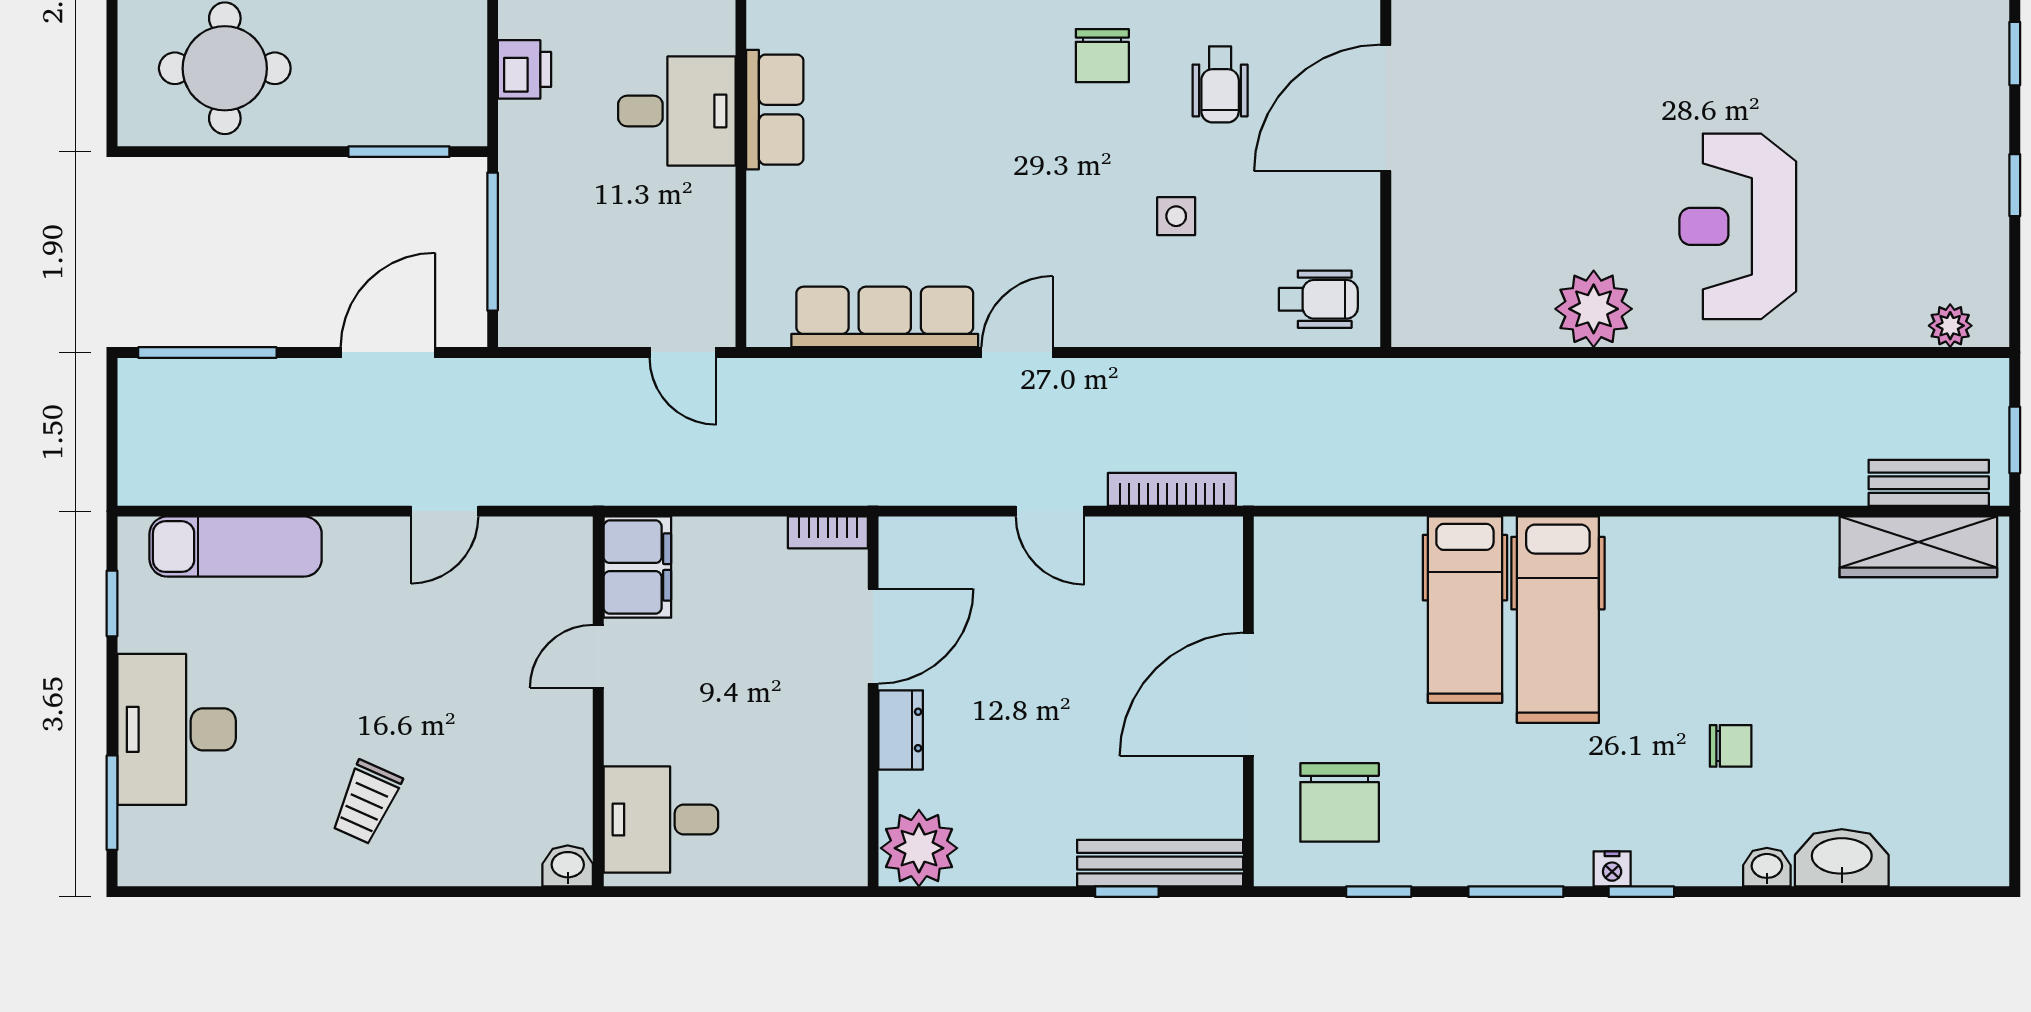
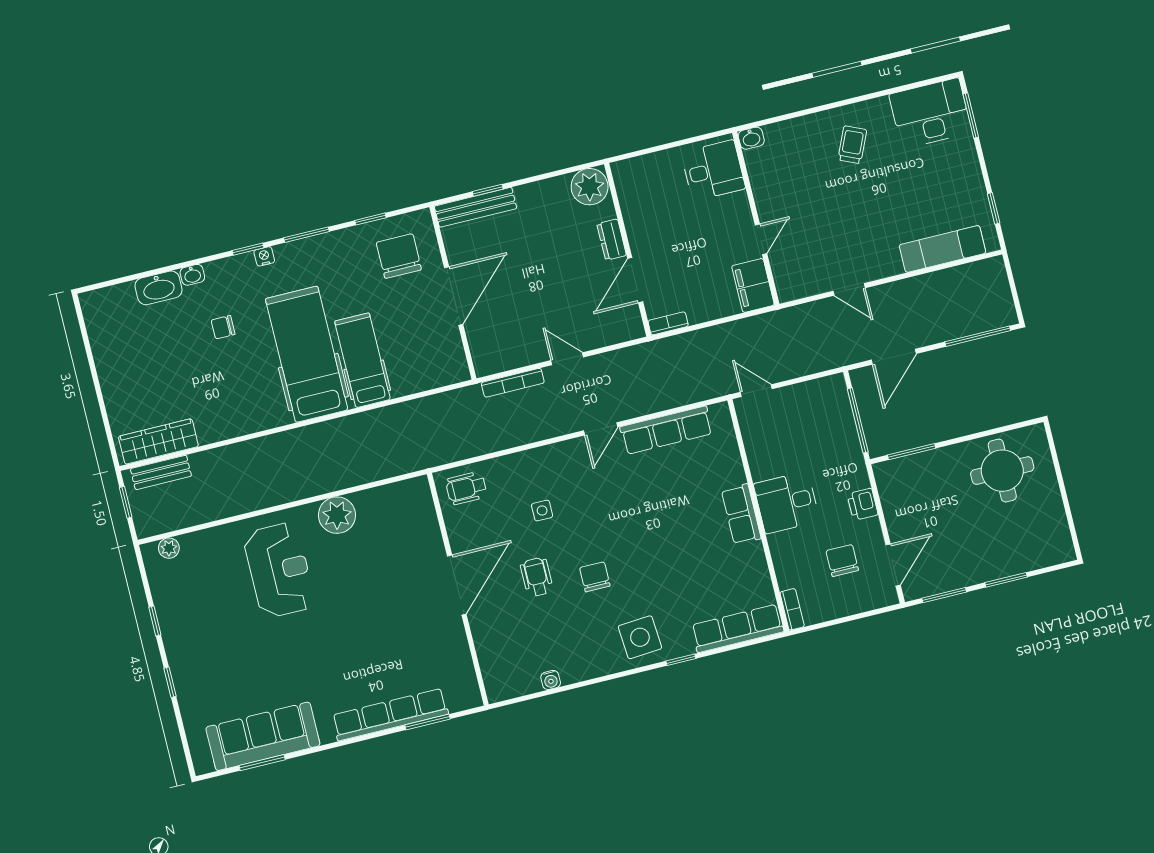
door: (445, 511) -> (849, 289), swing flipped
hospital bed: (1558, 620) -> (307, 354), width x1.37, depth x1.29
desk: (177, 729) -> (930, 113), moved, turned -90

